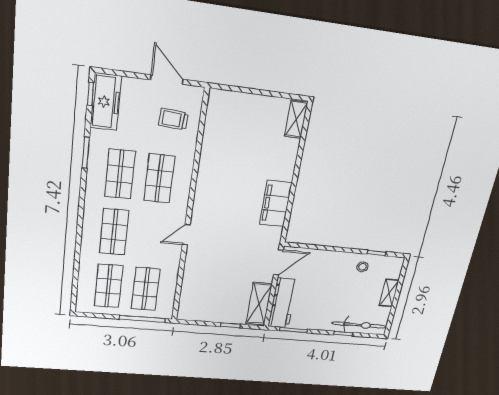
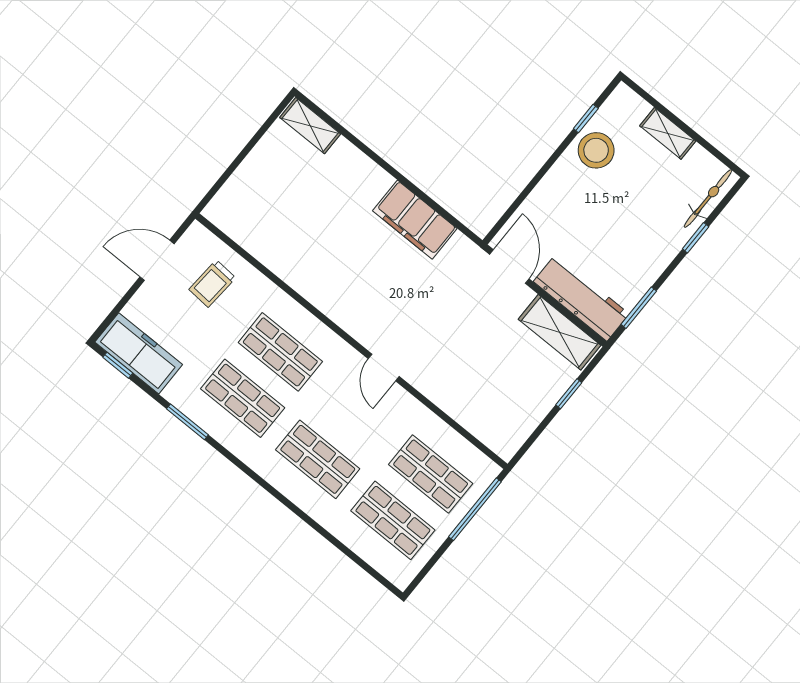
stool: (363, 267) -> (596, 150), width x1.89, depth x1.89
bicycle: (359, 325) -> (708, 199), width x0.73, depth x0.71

